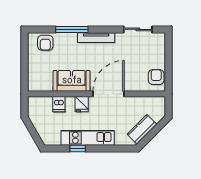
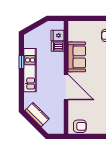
fridge: (82, 104) -> (58, 35), moved

